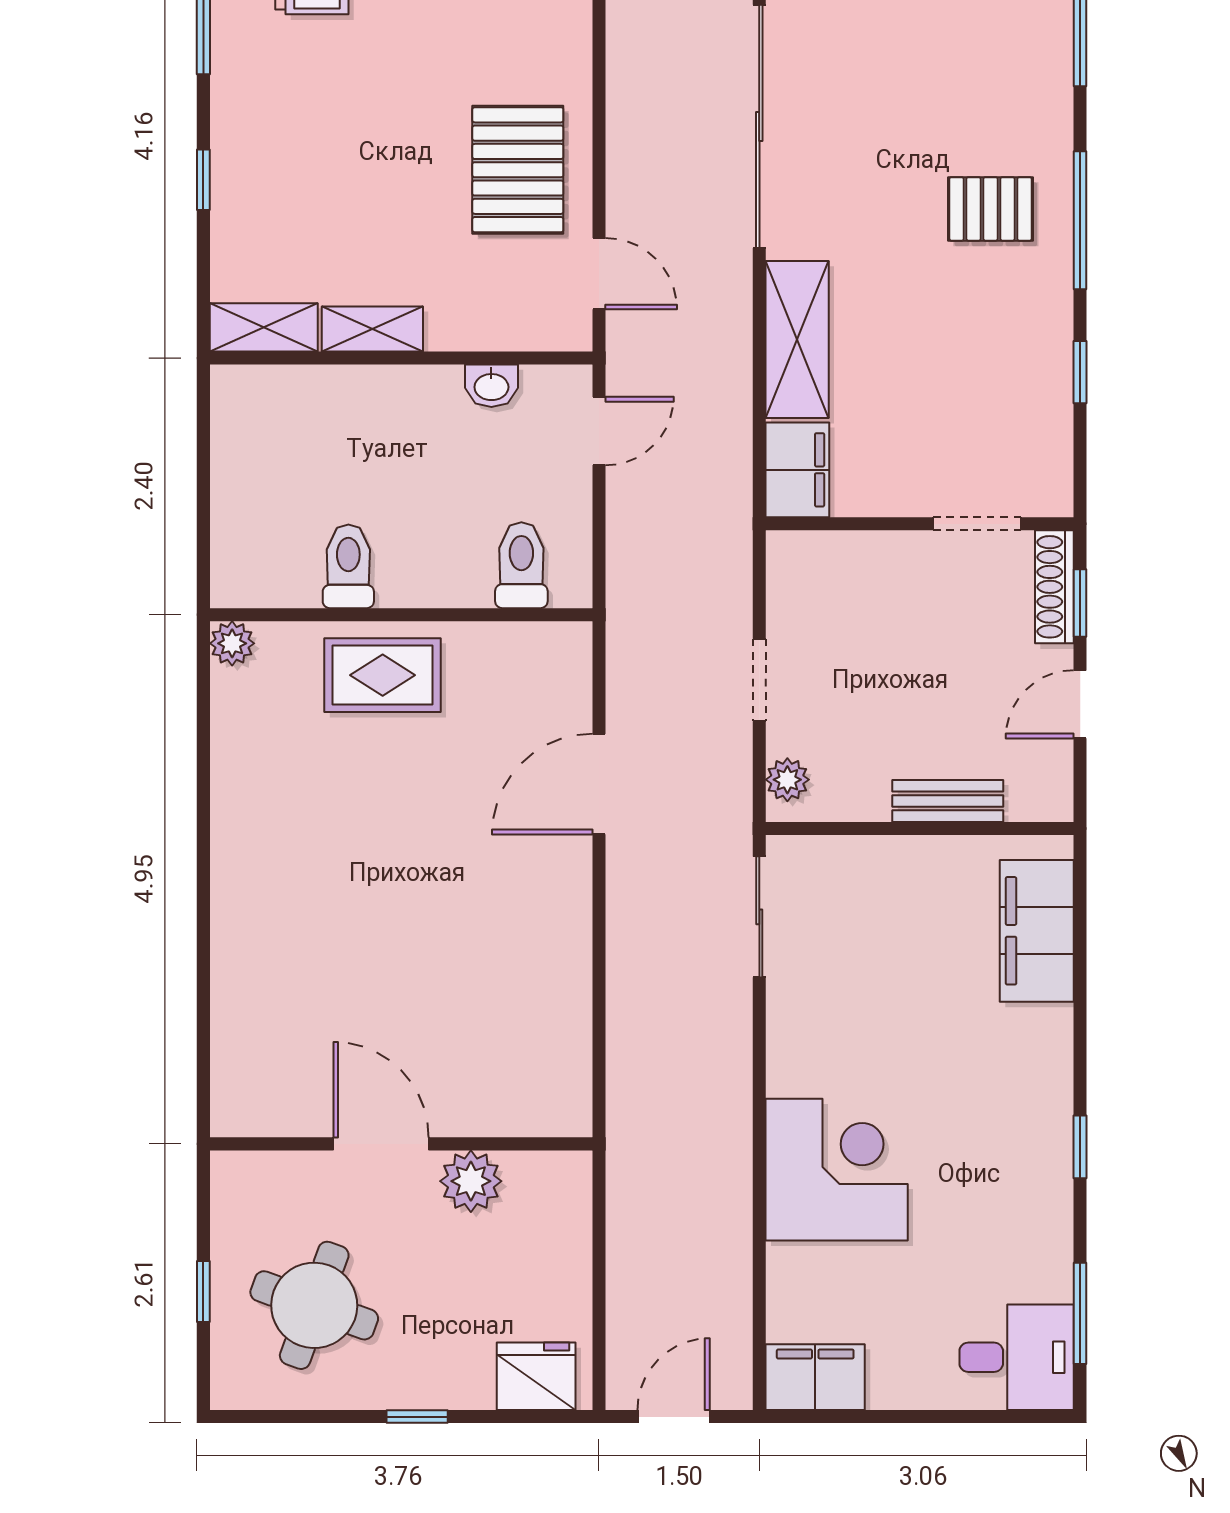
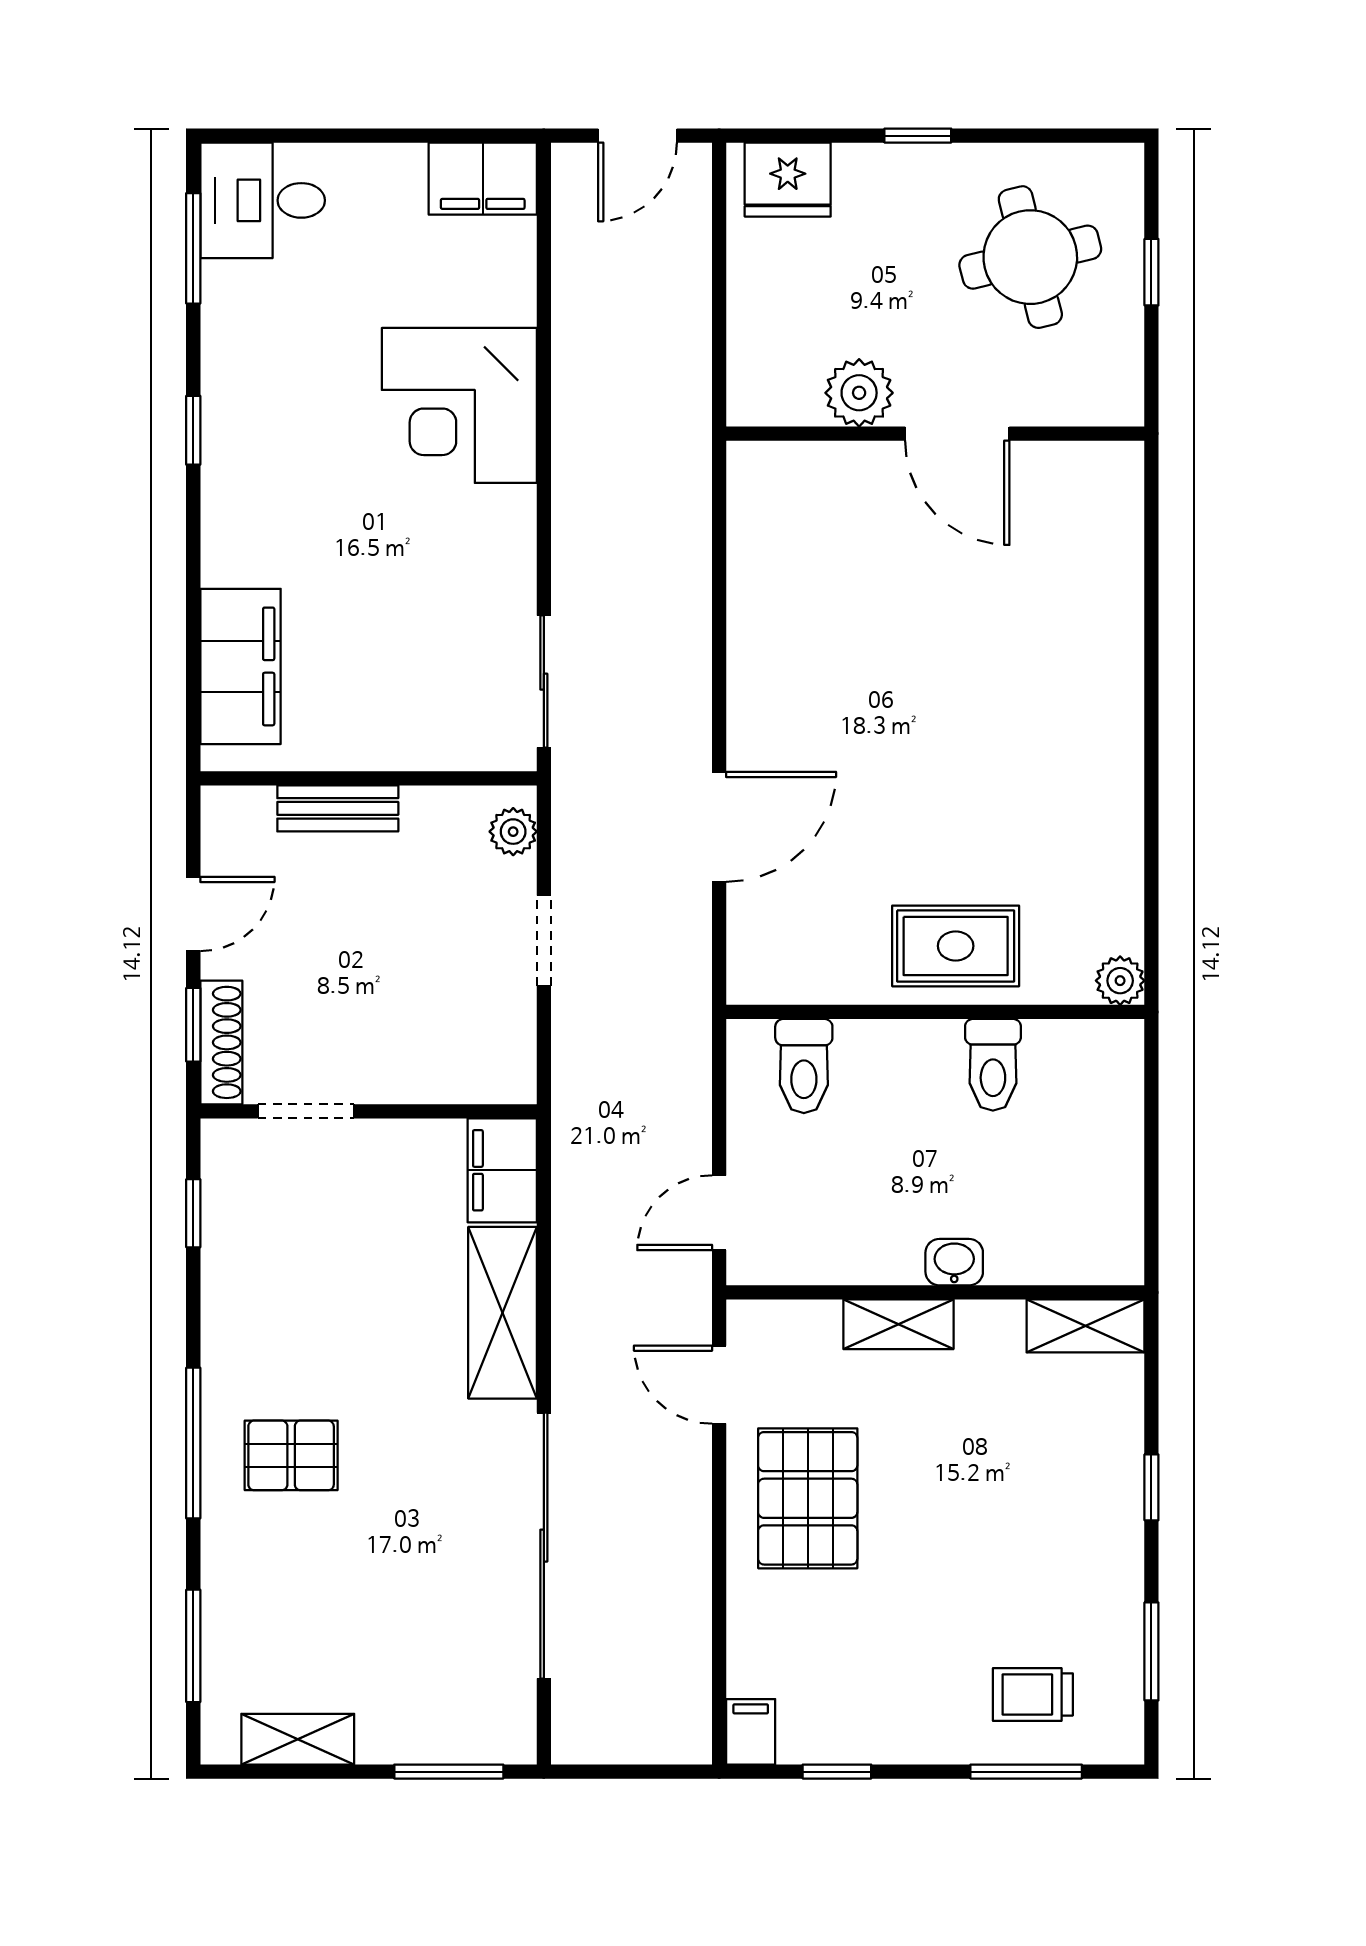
shelving: (372, 329) -> (898, 1324), moved
window: (1080, 372) -> (193, 1213), moved
washbasin: (491, 386) -> (954, 1262), moved
round table: (314, 1305) -> (1030, 257), turned -34

